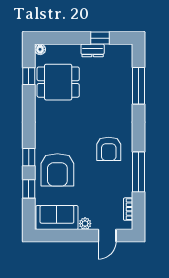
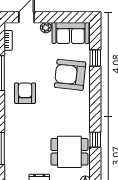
window: (29, 76) -> (95, 140), moved
window: (29, 157) -> (95, 86), removed
armchair: (57, 170) -> (70, 75), turned -84

